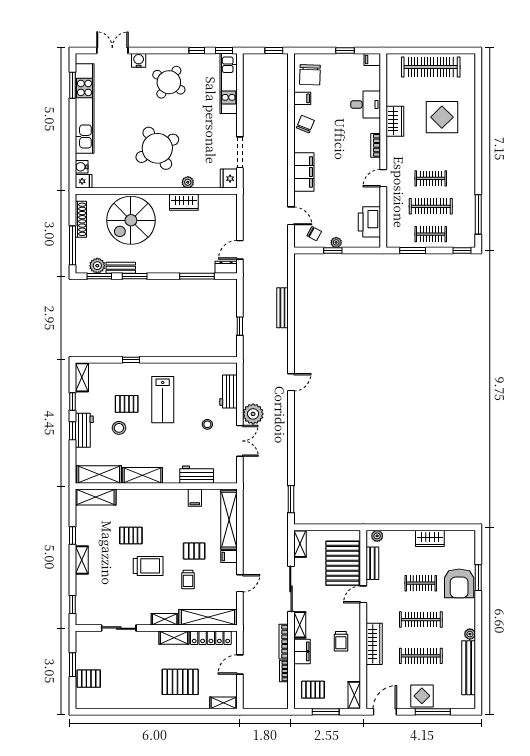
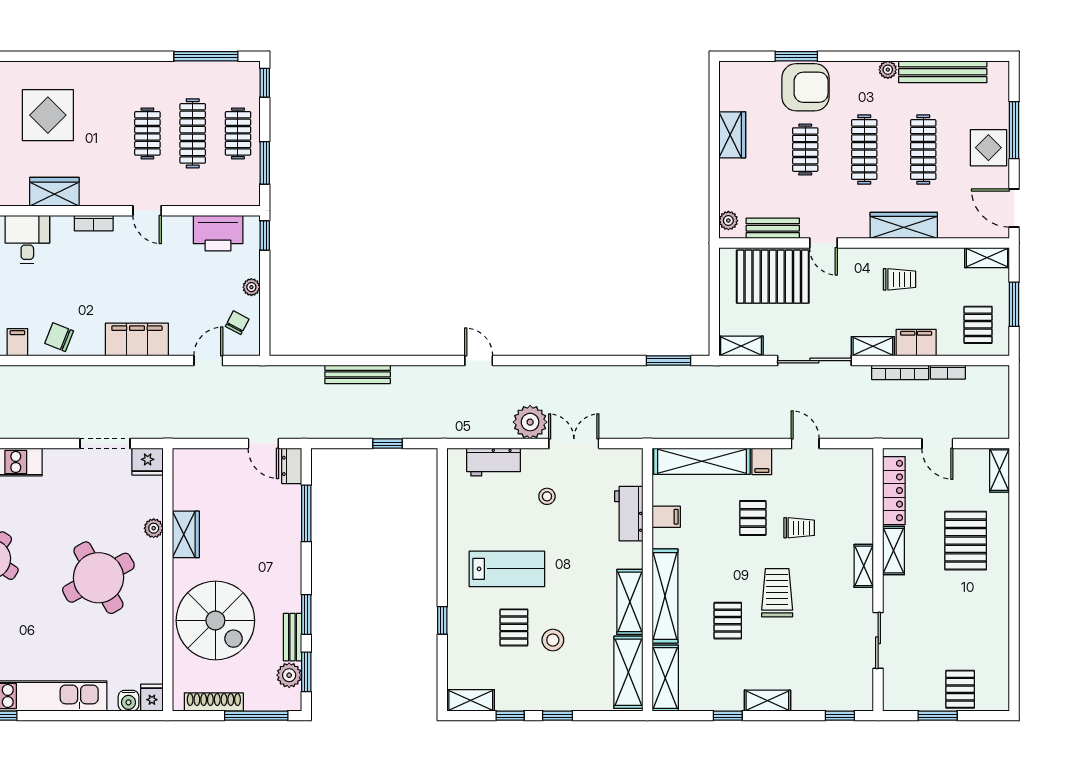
window: (333, 251) -> (265, 235), moved
workbench: (84, 430) -> (557, 697), removed
shelving: (208, 617) -> (665, 596), moved

